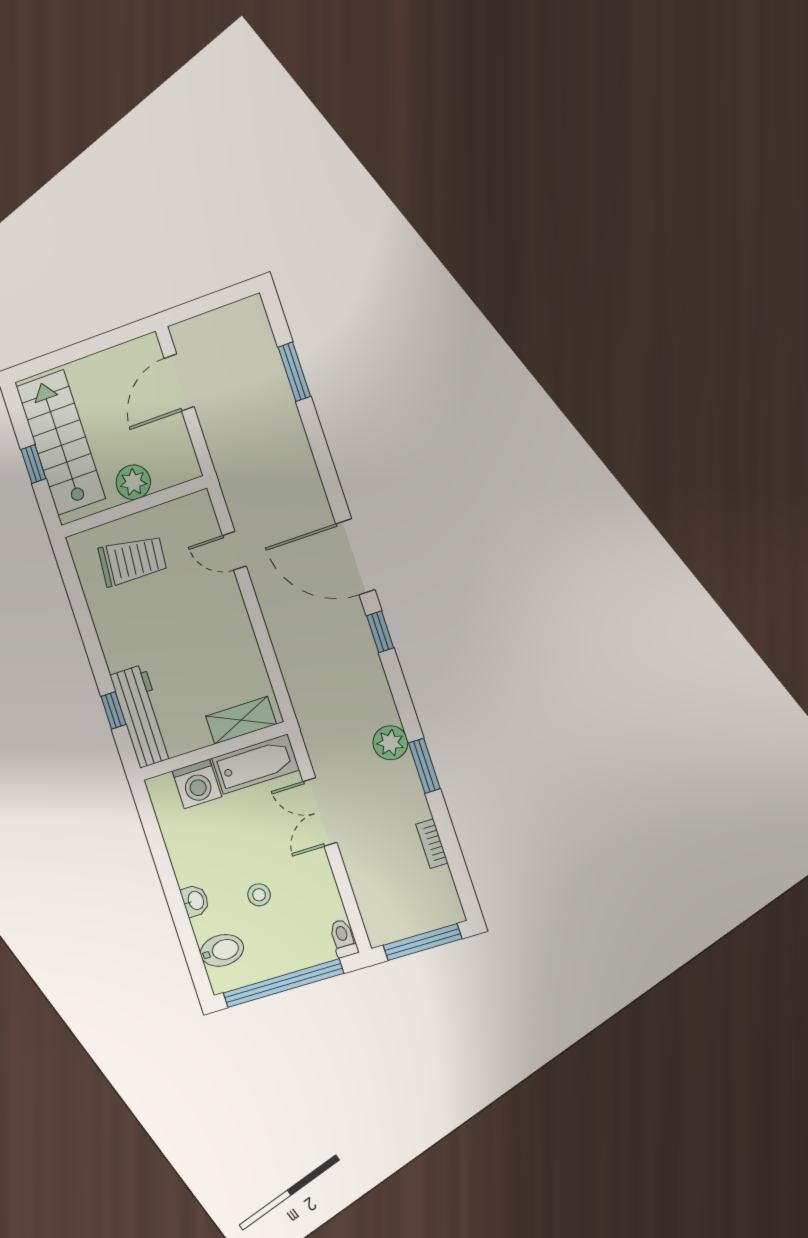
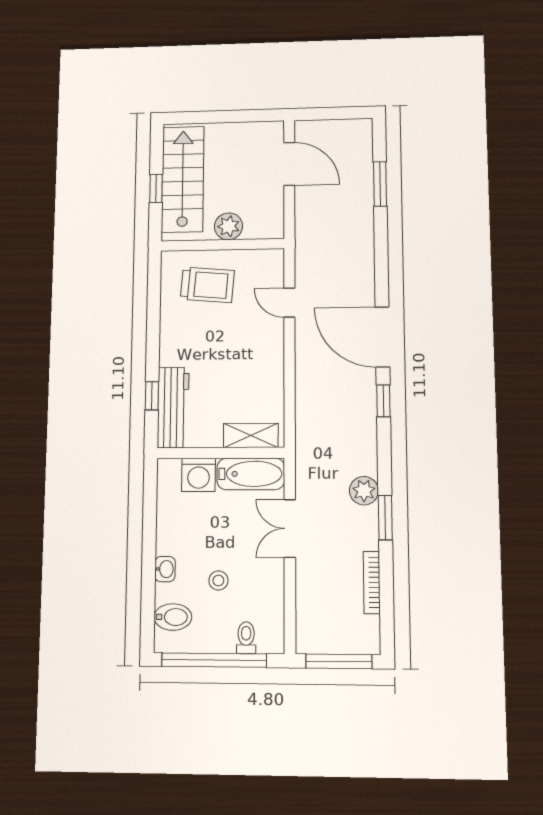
door: (179, 382) -> (289, 164), swing flipped
bookcase: (432, 844) -> (372, 582), width x1.56
toilet: (343, 938) -> (246, 638), moved

